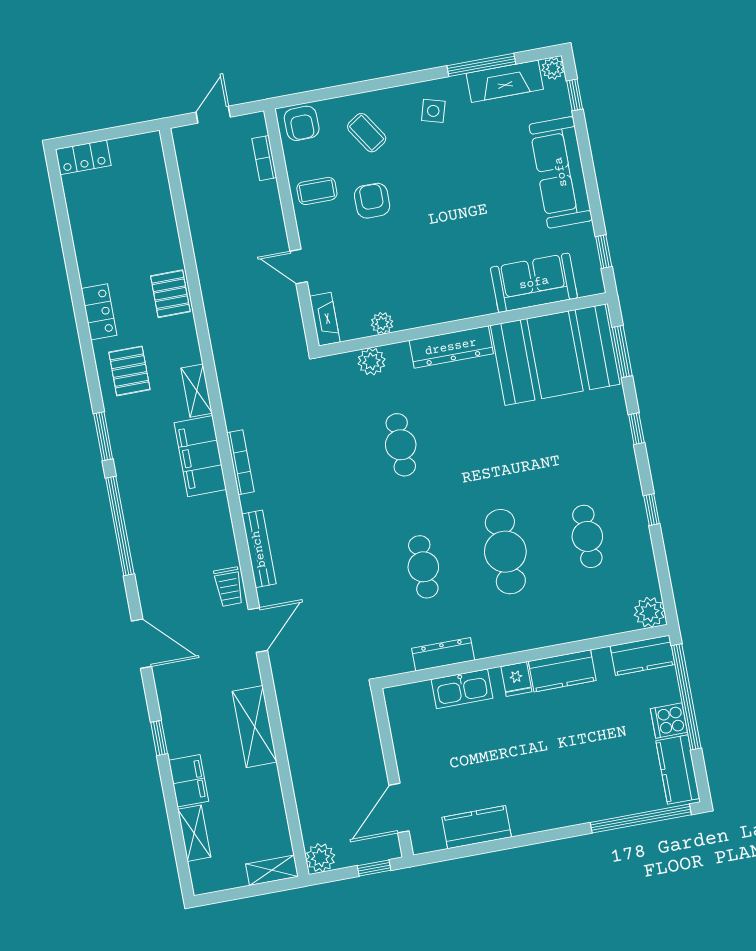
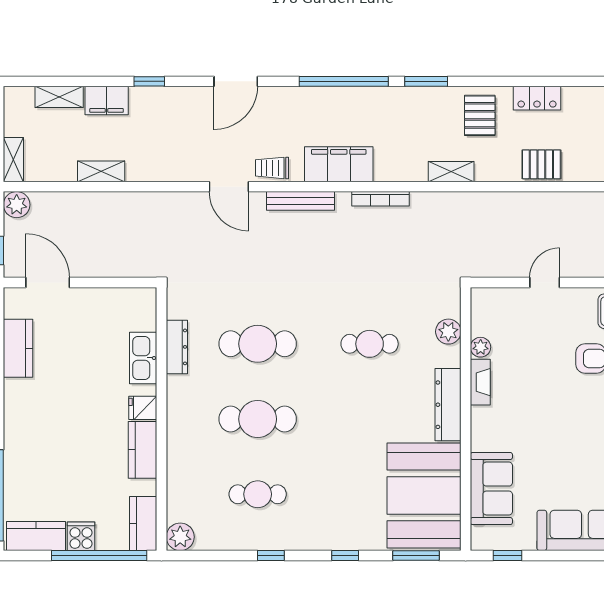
fireplace: (325, 319) -> (480, 382), moved, turned -90
pallet: (129, 371) -> (480, 115), turned 90
filing cabinet: (200, 456) -> (339, 164), moved
cafe table: (423, 567) -> (258, 344), width x1.37, depth x1.35
shelving: (255, 727) -> (101, 171), moved, width x0.67, depth x0.75

